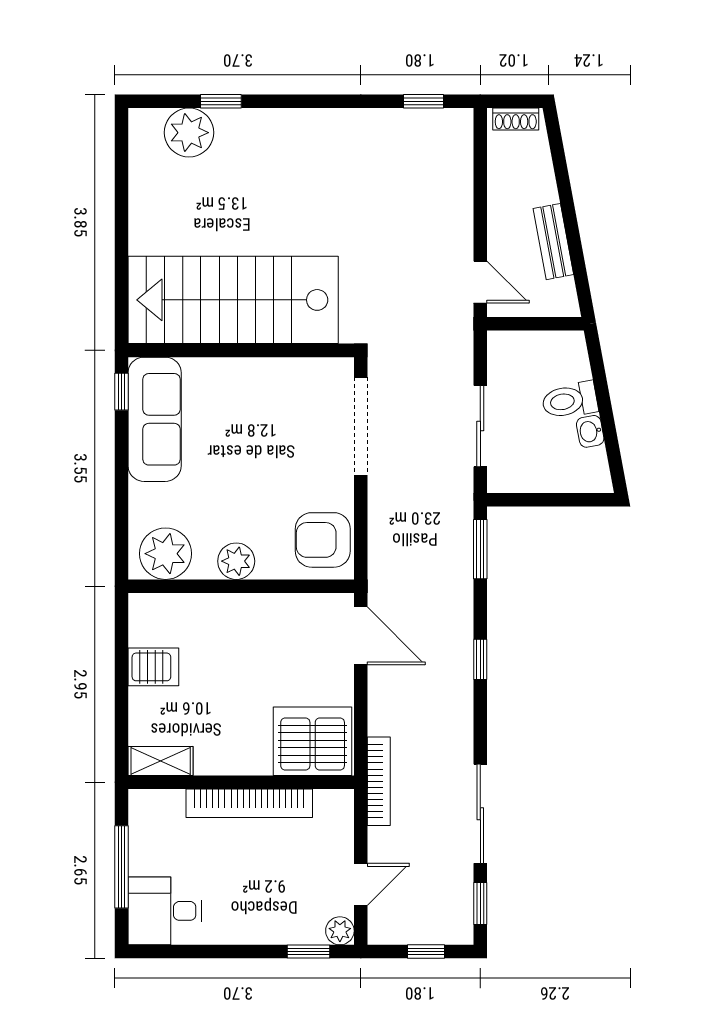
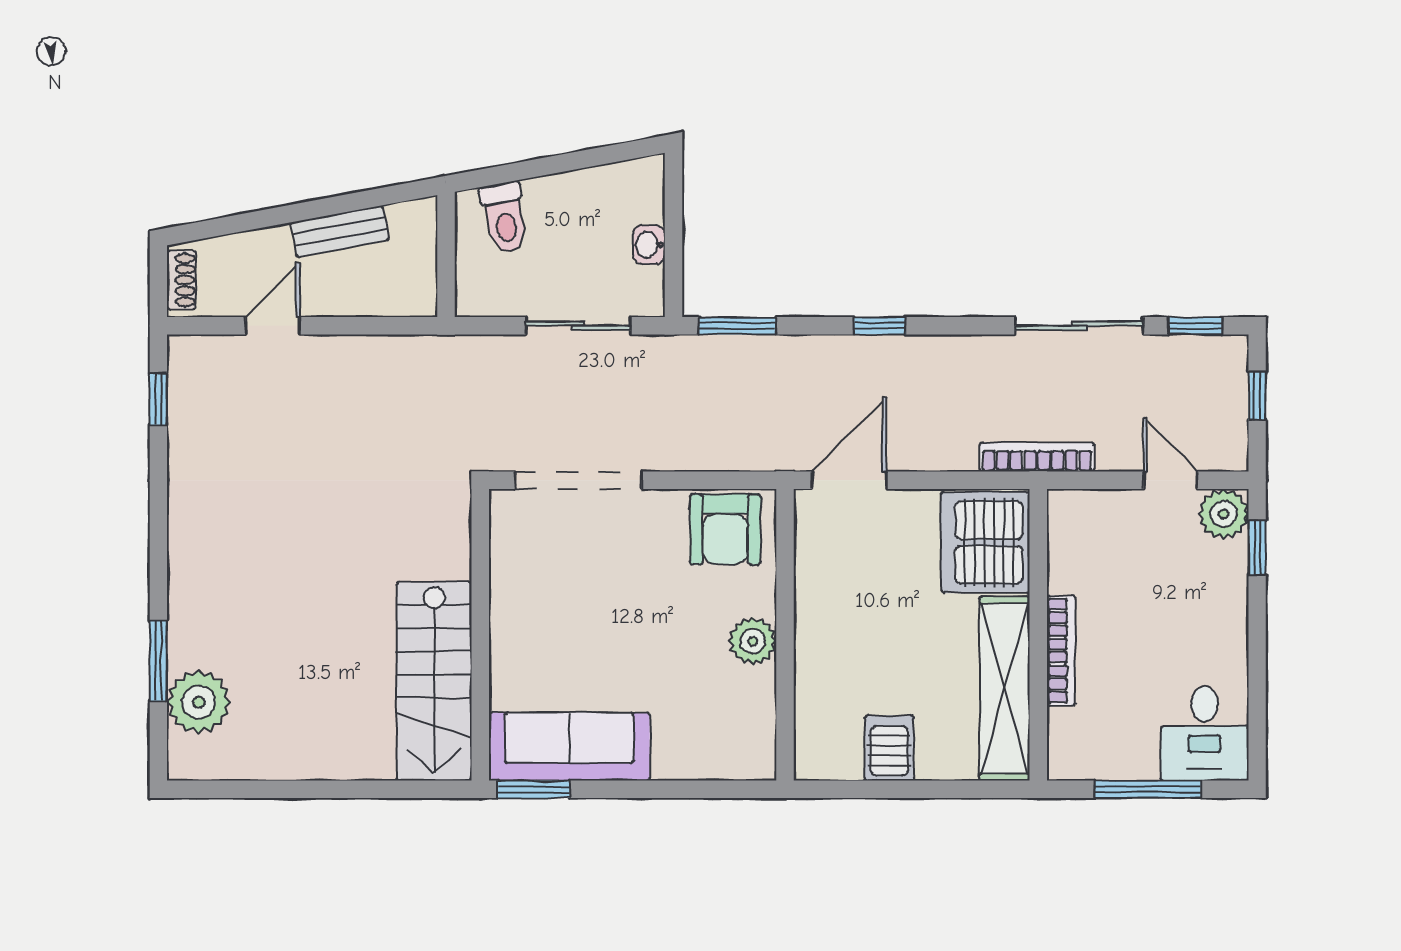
window: (221, 101) -> (158, 661), width x1.50
door: (480, 282) -> (273, 326), moved
stairs: (233, 300) -> (434, 681), width x0.73, depth x0.66
window: (122, 392) -> (534, 789), width x1.50
toilet: (570, 400) -> (505, 218), moved
washbasin: (590, 431) -> (649, 245), moved, turned 101
plant: (166, 554) -> (743, 732), removed
shelving: (161, 761) -> (1005, 689), width x2.20, depth x1.33
bookcase: (249, 803) -> (1061, 651), width x0.68, depth x0.76
plant: (340, 931) -> (1223, 514), width x1.38, depth x1.38

